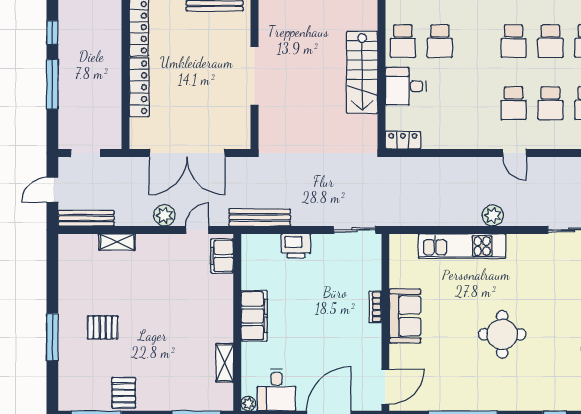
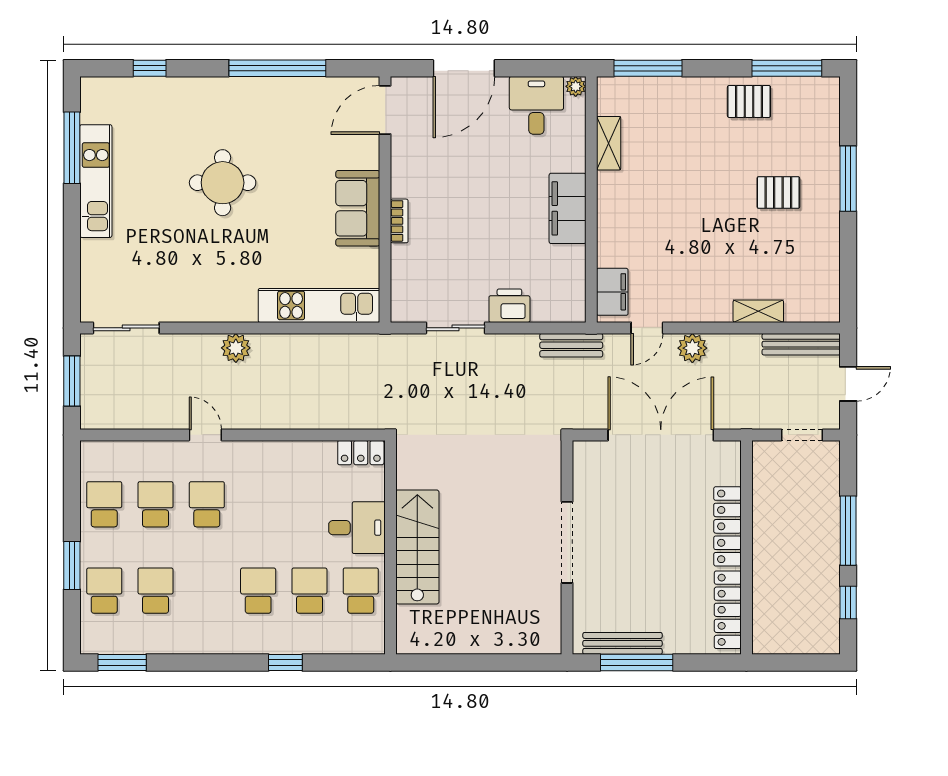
school desk: (514, 41) -> (258, 591), moved
bench: (260, 217) -> (571, 345), width x0.73
sliding door: (355, 230) -> (456, 328), moved
kitchen unit: (462, 246) -> (319, 305), moved
pallet: (124, 393) -> (749, 101), turned 90

